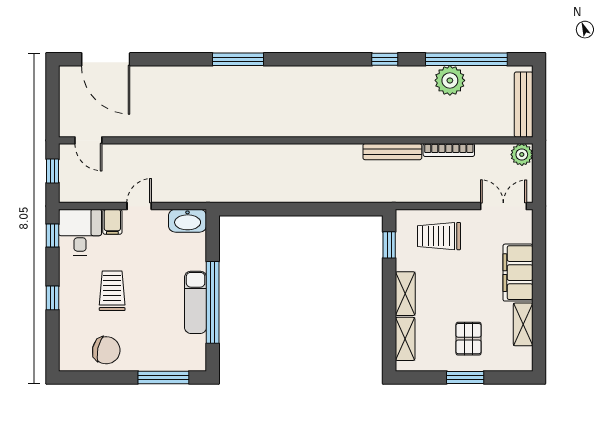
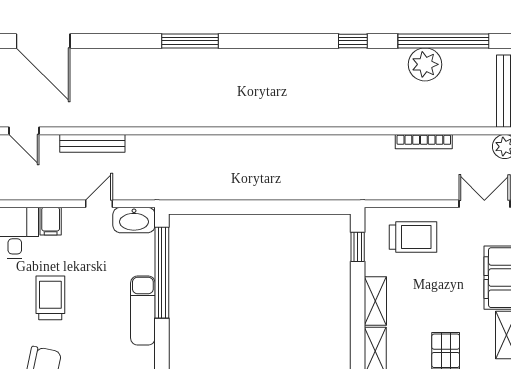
bench: (392, 152) -> (92, 143), moved
door: (139, 206) -> (99, 204), moved
trolley: (439, 236) -> (413, 237), turned 180
window: (213, 302) -> (162, 273), moved

